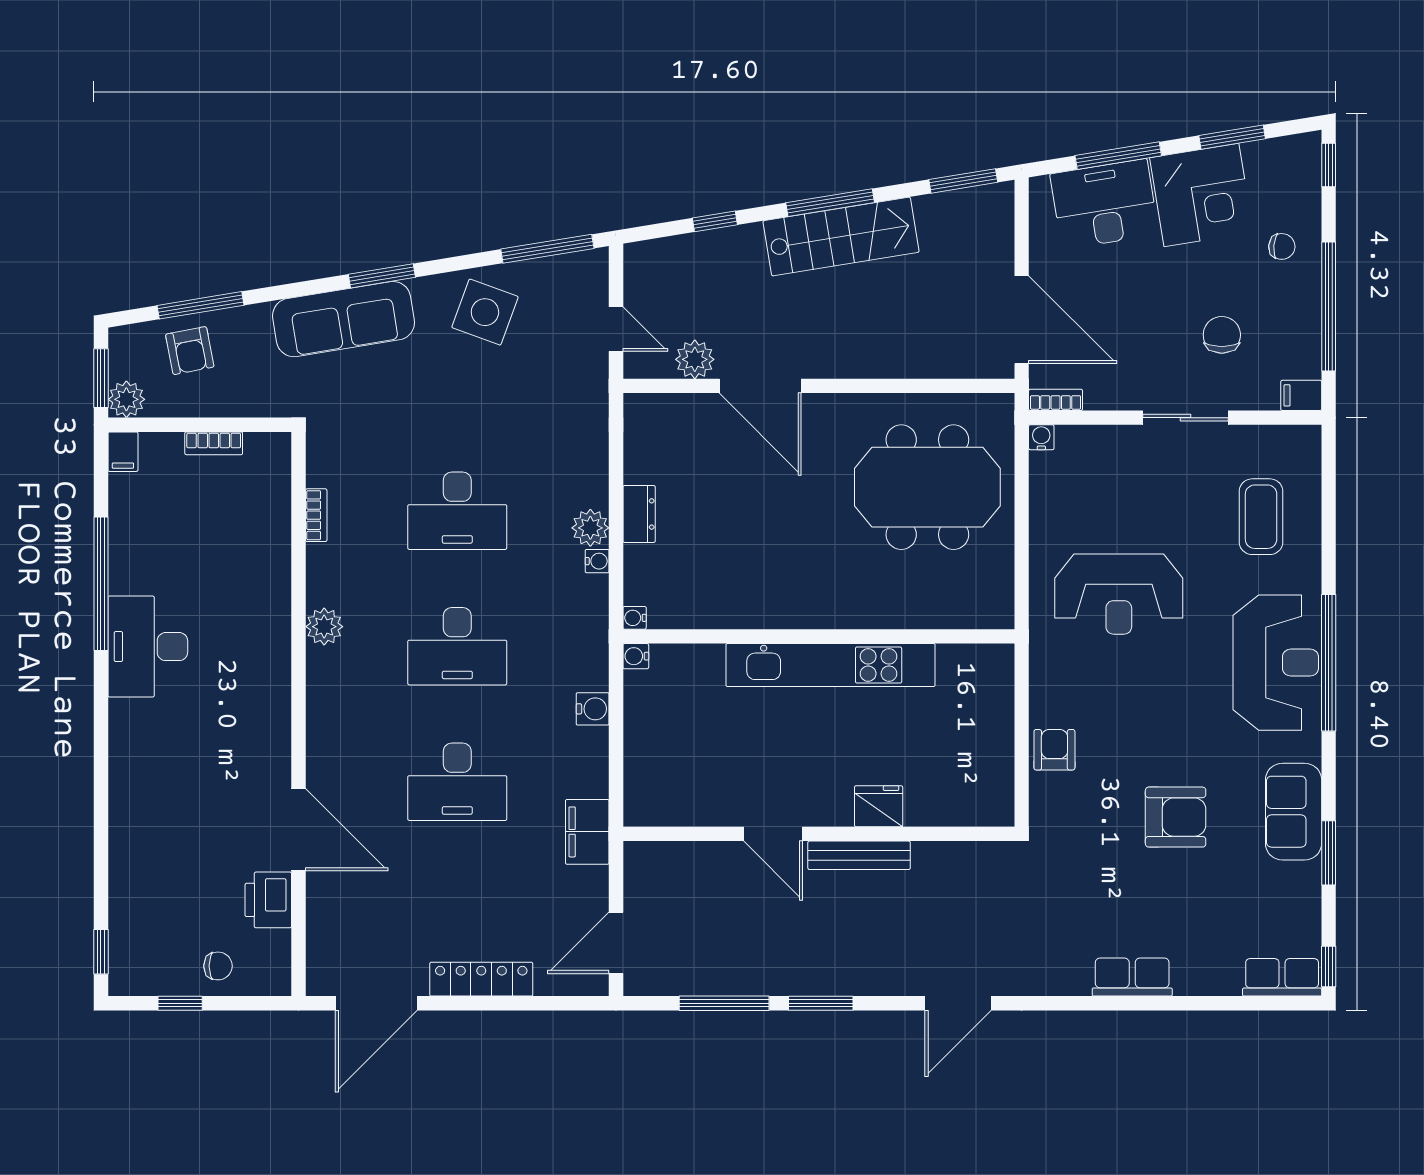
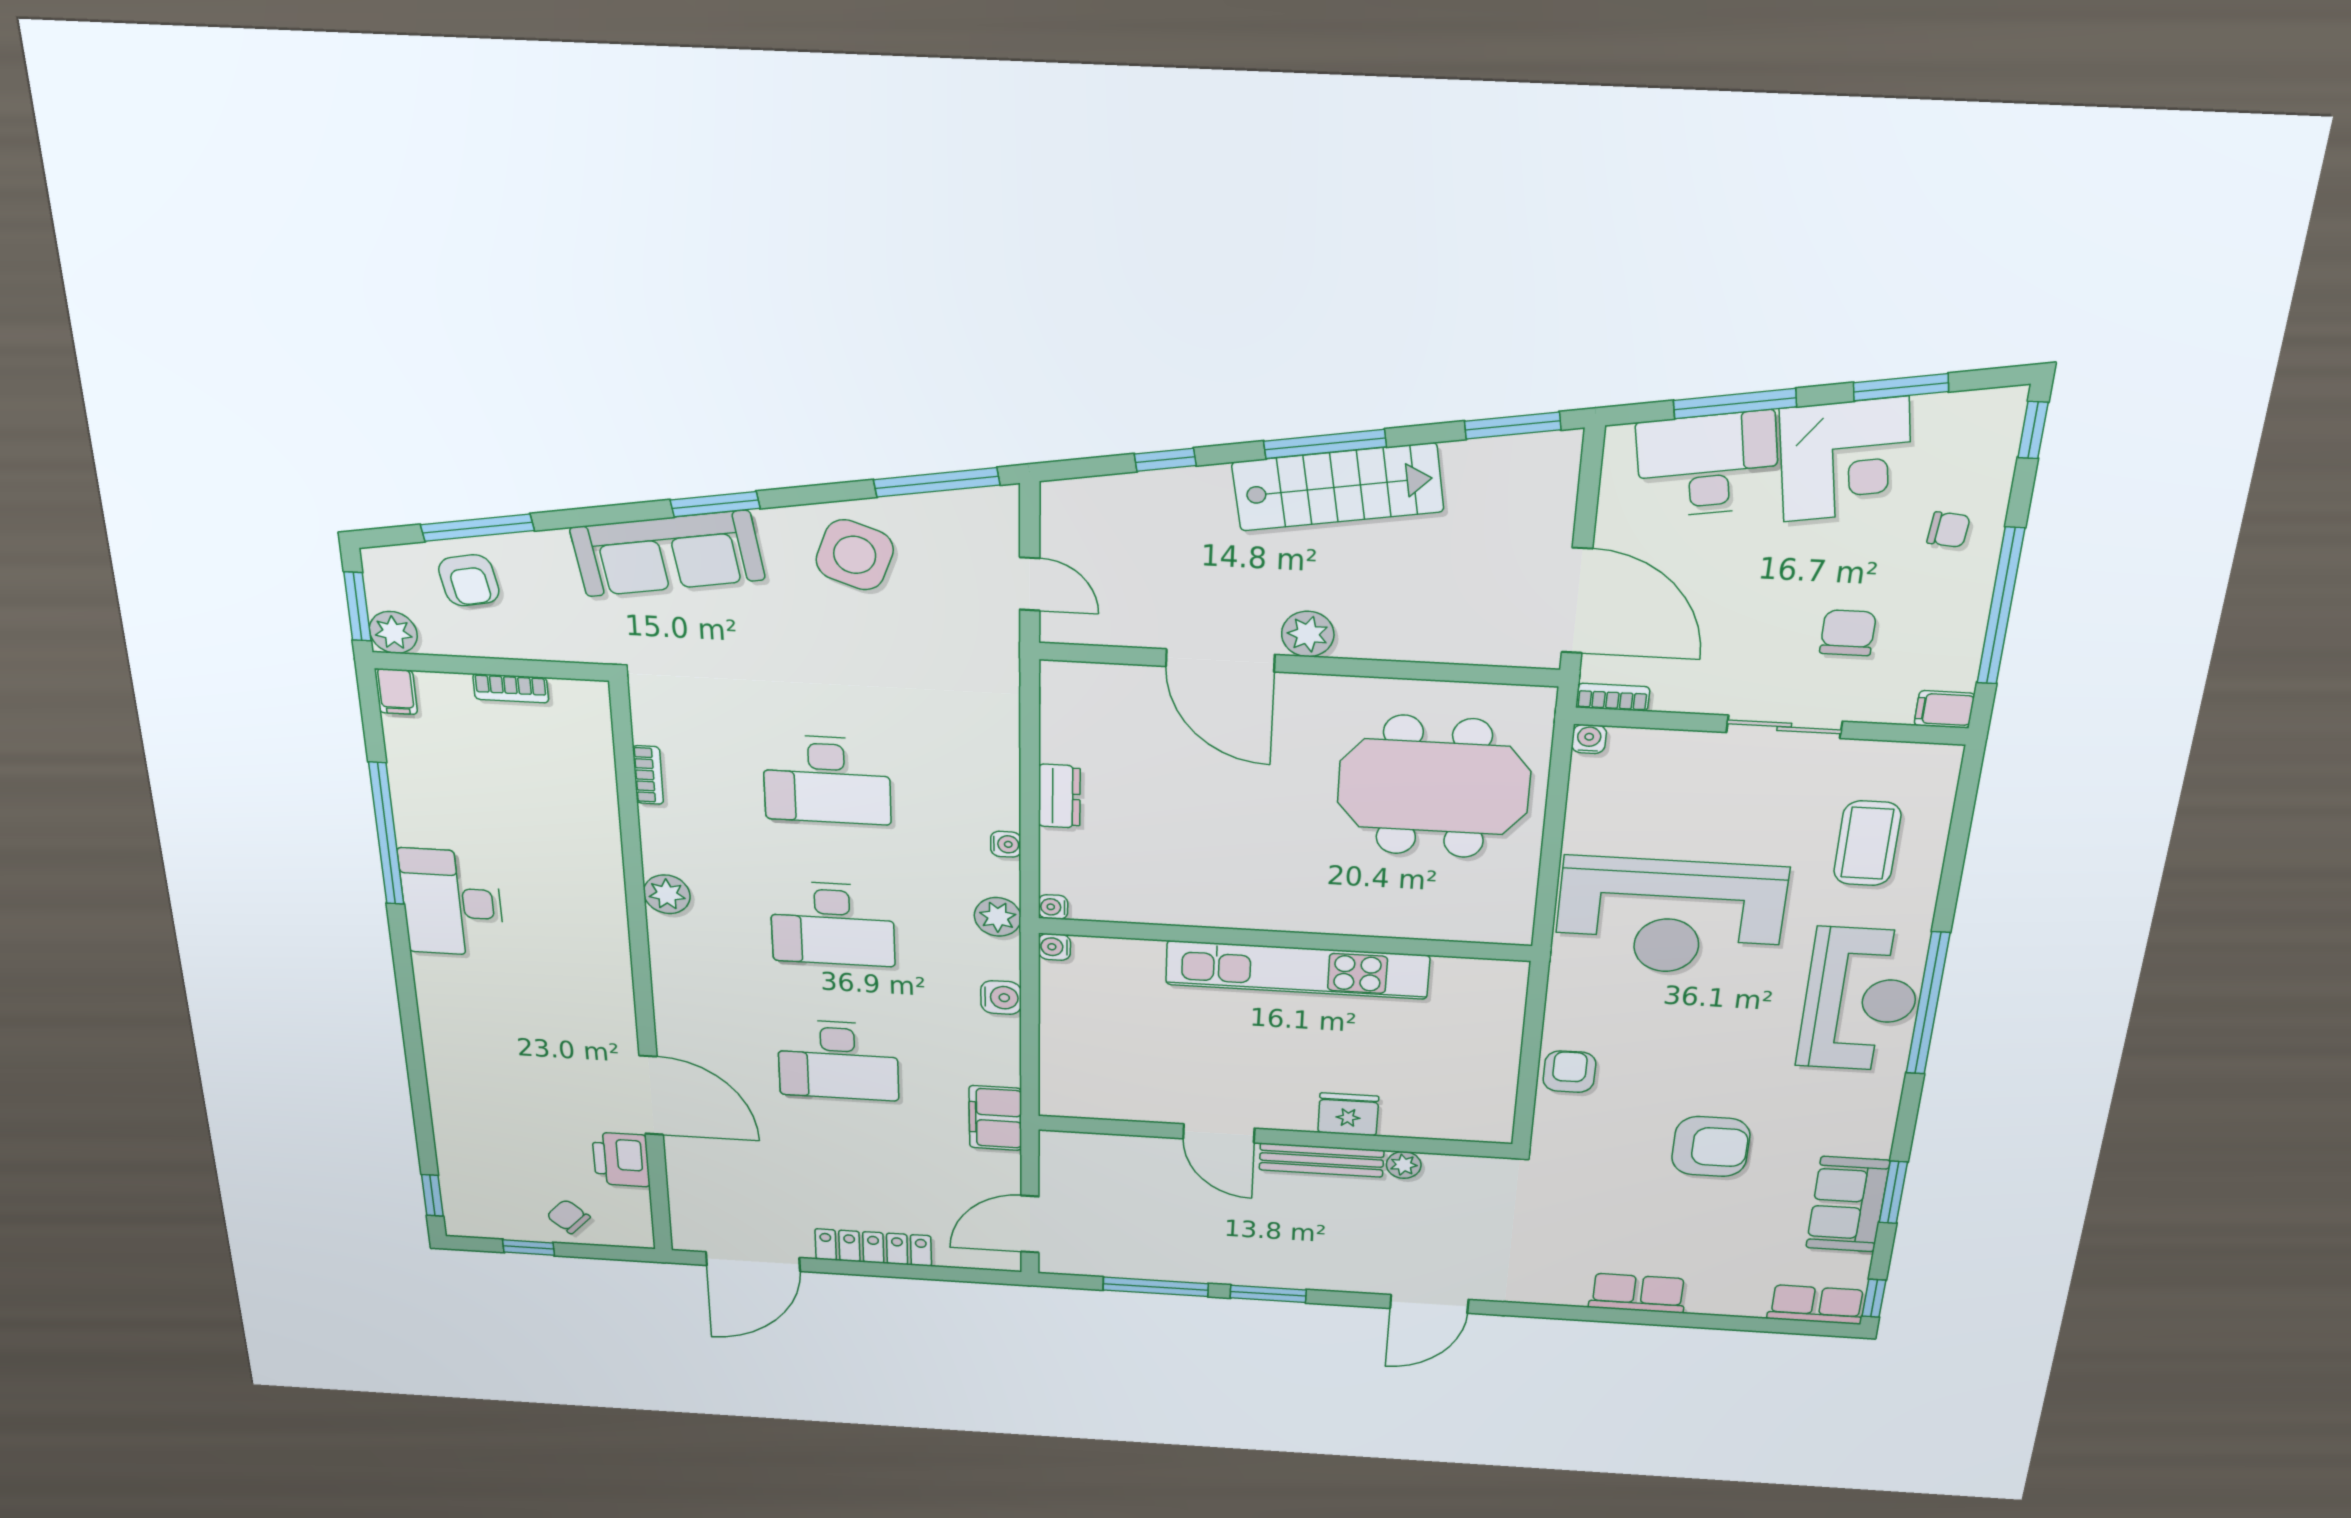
plant: (695, 359) -> (1308, 634), moved
plant: (590, 528) -> (998, 917), moved
reception desk: (1119, 594) -> (1670, 917), width x1.36, depth x1.30
sofa: (1294, 812) -> (1848, 1204), moved
plant: (927, 855) -> (1404, 1165), added
chair: (218, 966) -> (568, 1217), turned -138

